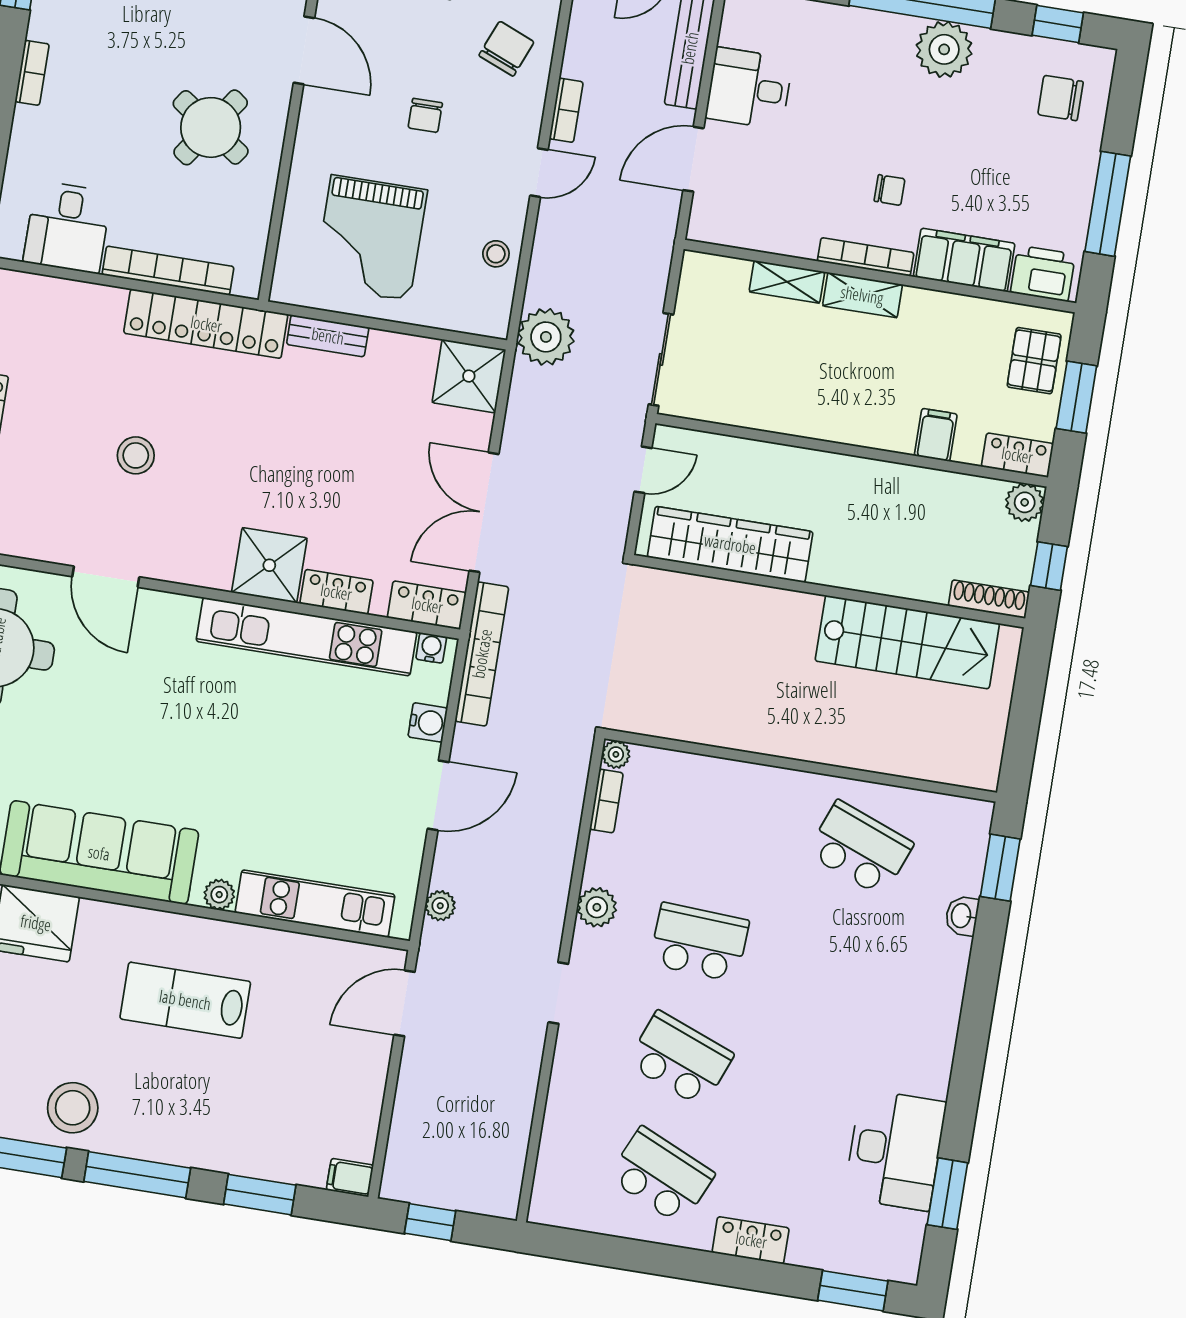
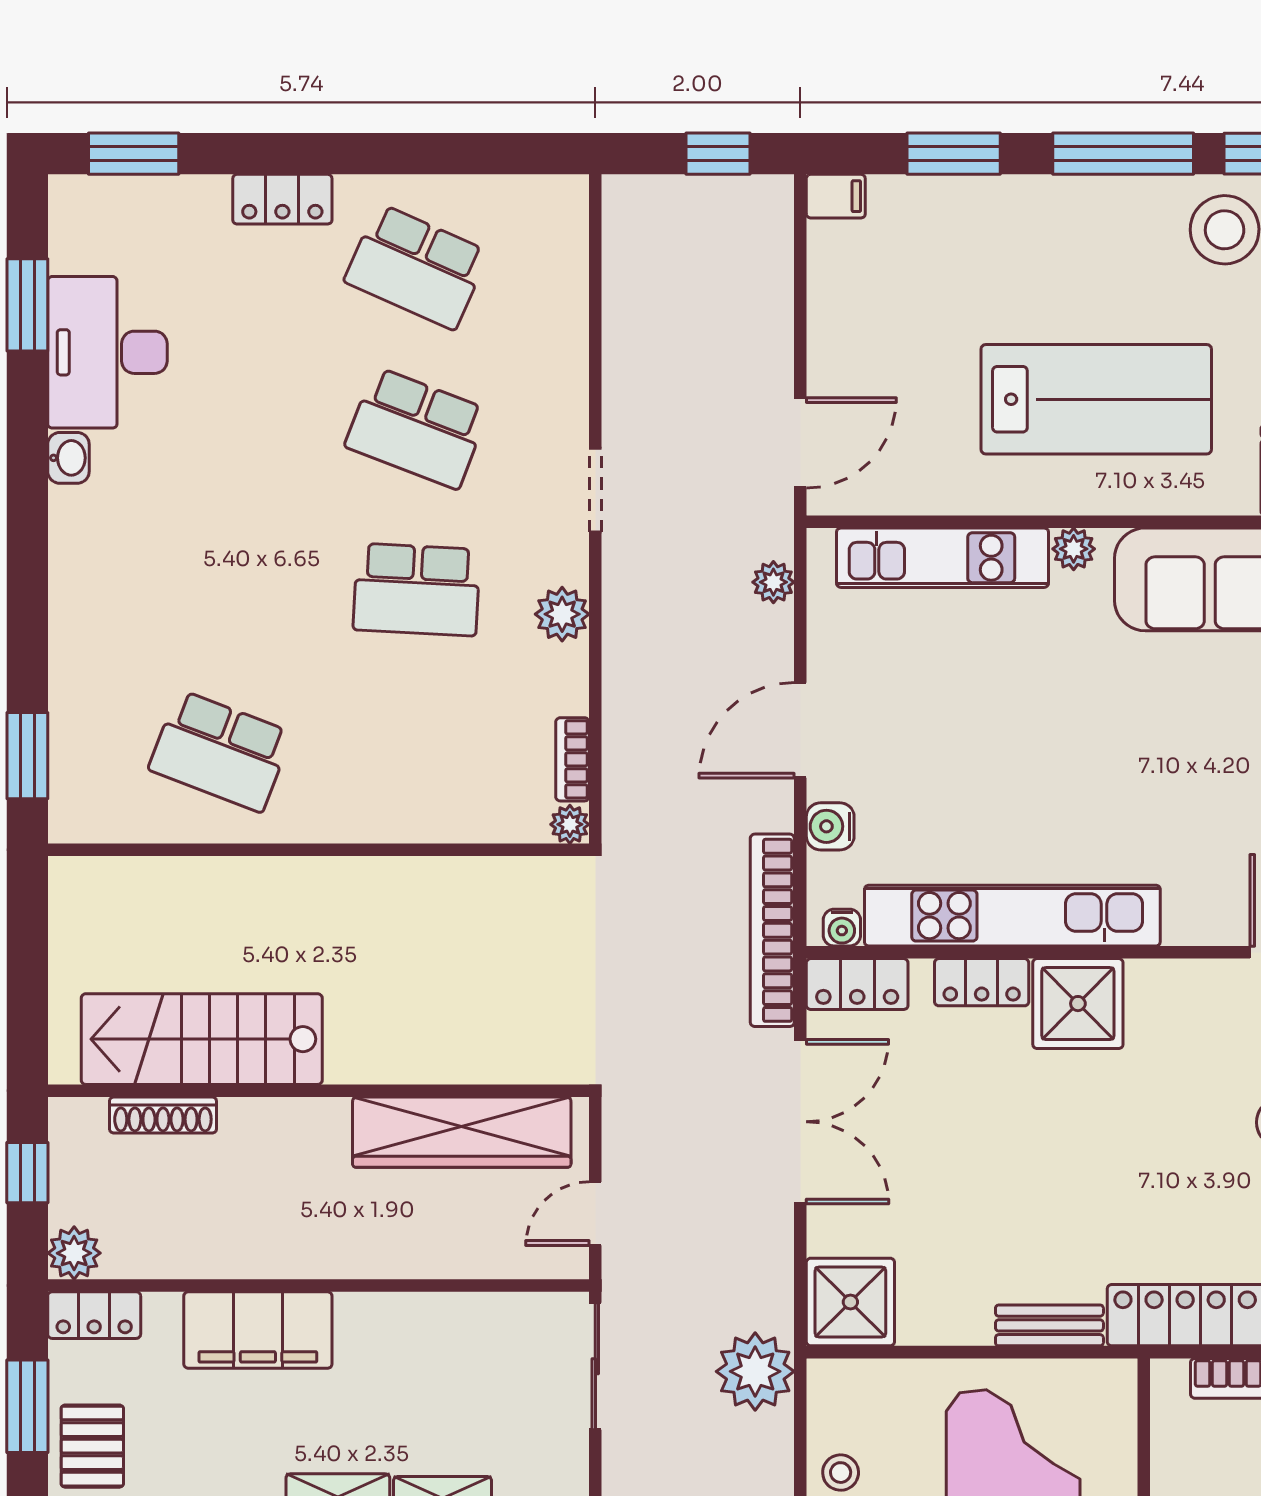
filing cabinet: (936, 435) -> (258, 1330), width x3.00, depth x1.17
shoe rack: (989, 599) -> (163, 1115), moved
washbasin: (962, 916) -> (68, 458), moved
lab bench: (185, 1000) -> (1096, 399), width x1.36, depth x1.39

